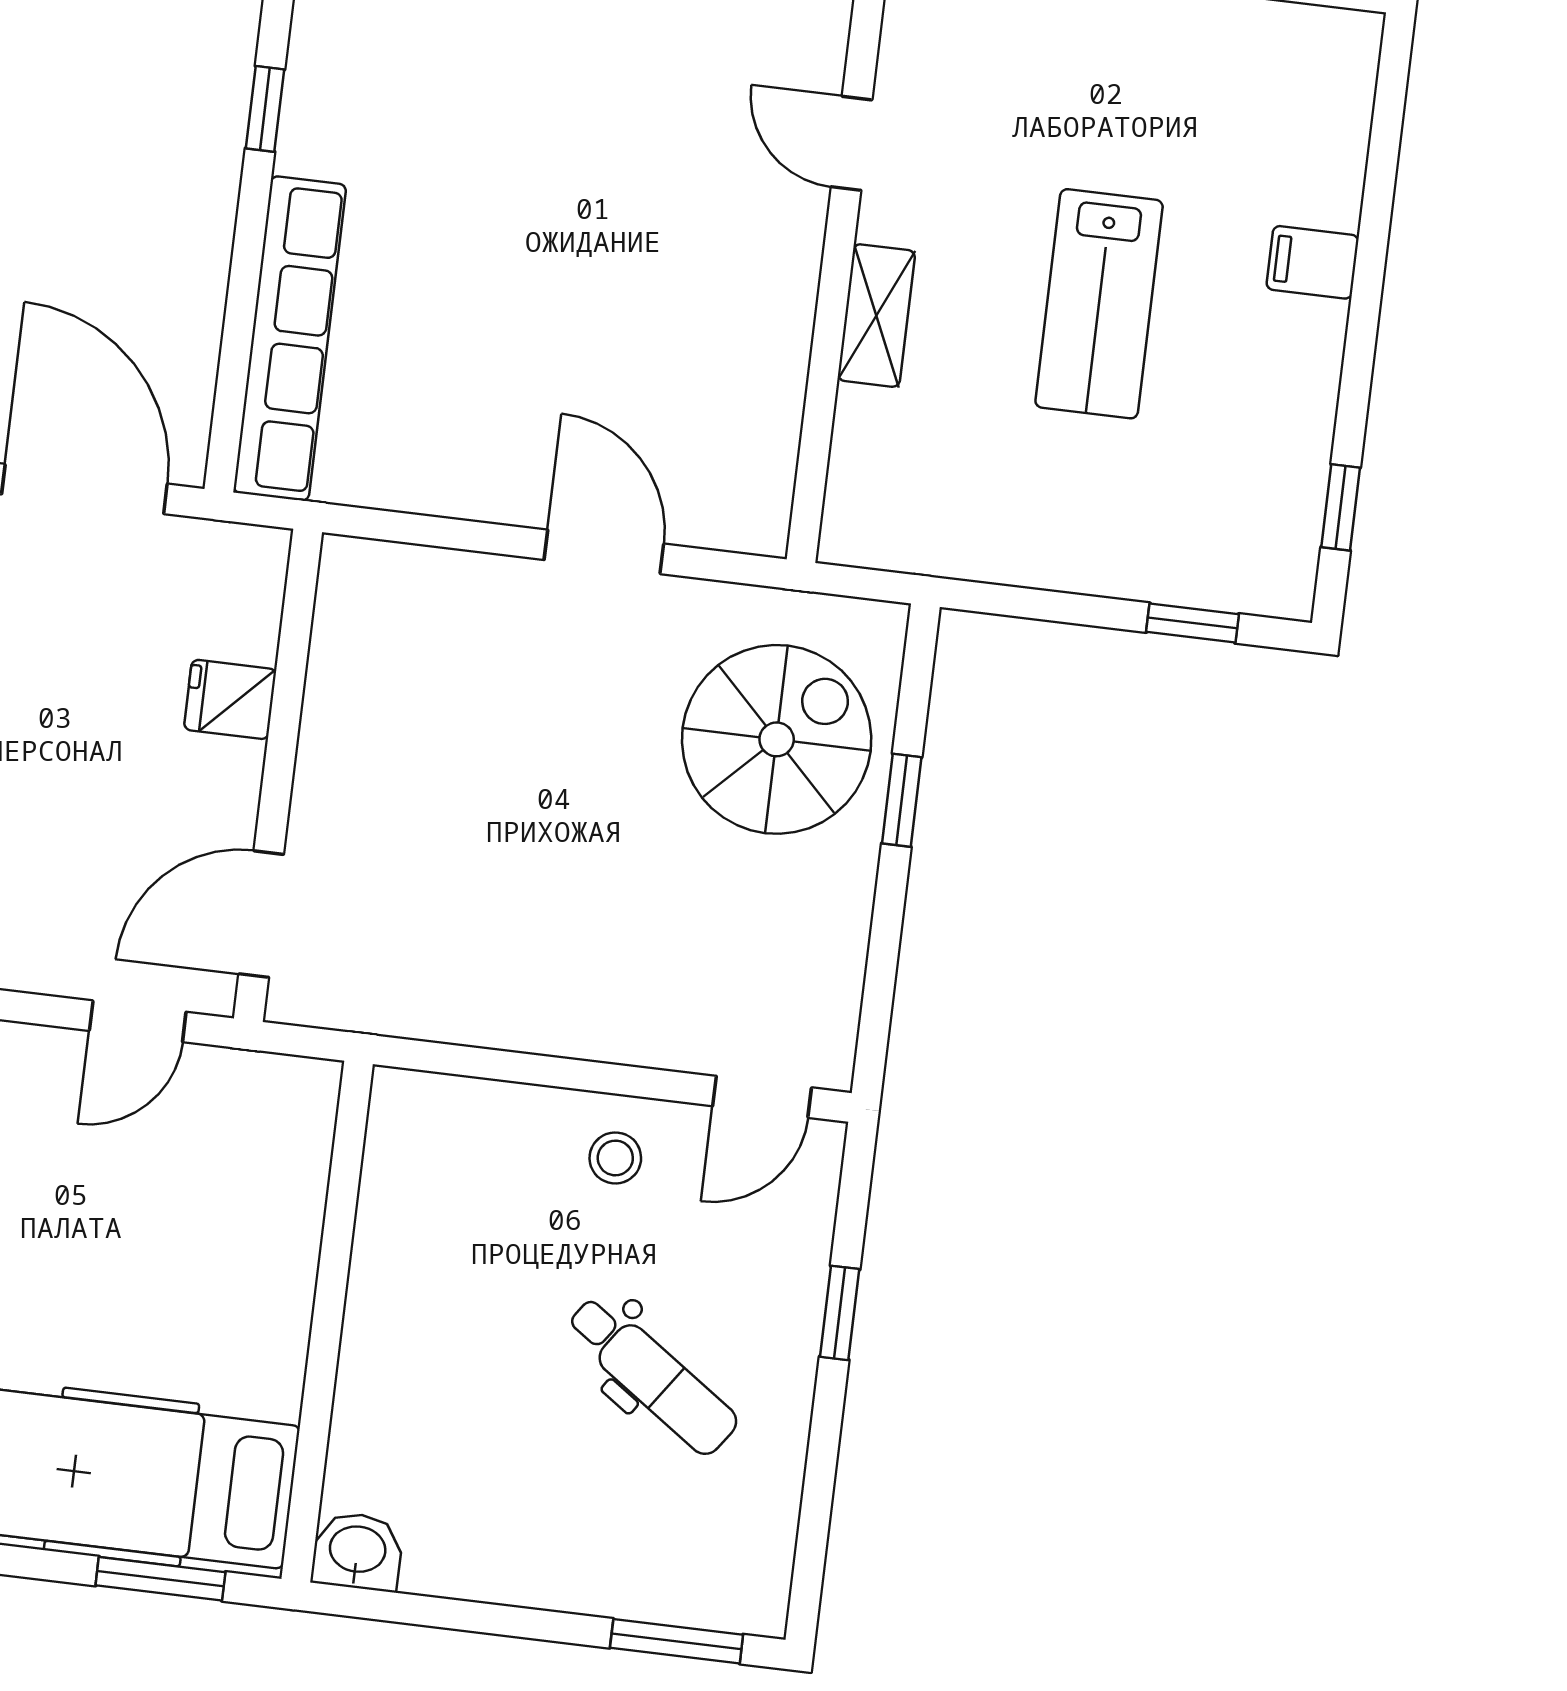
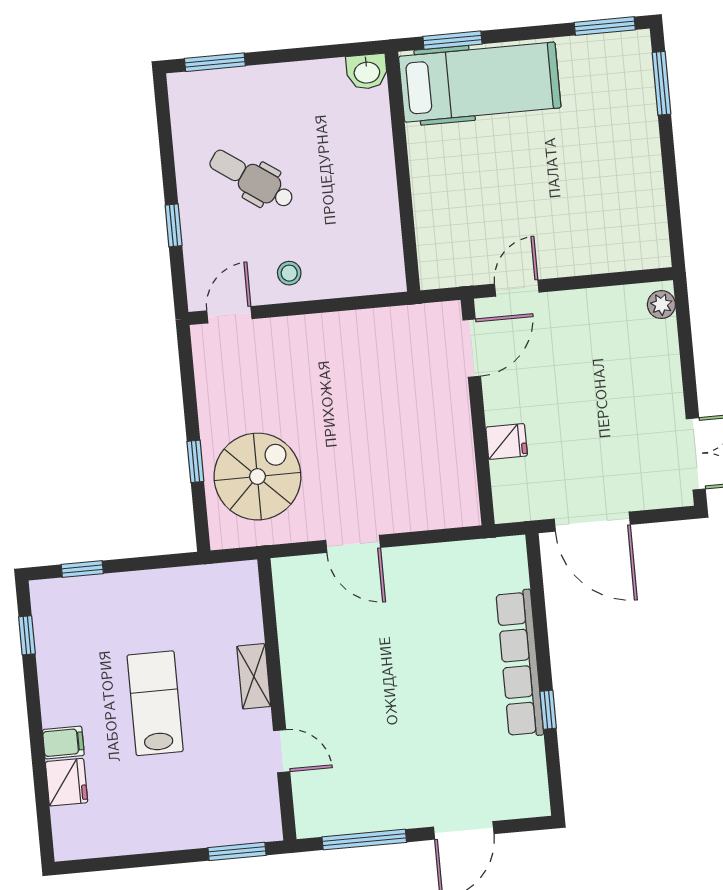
fridge: (1324, 176) -> (66, 782), added
row of seats: (290, 339) -> (520, 663), moved
spiral stairs: (777, 739) -> (257, 477), turned 180

